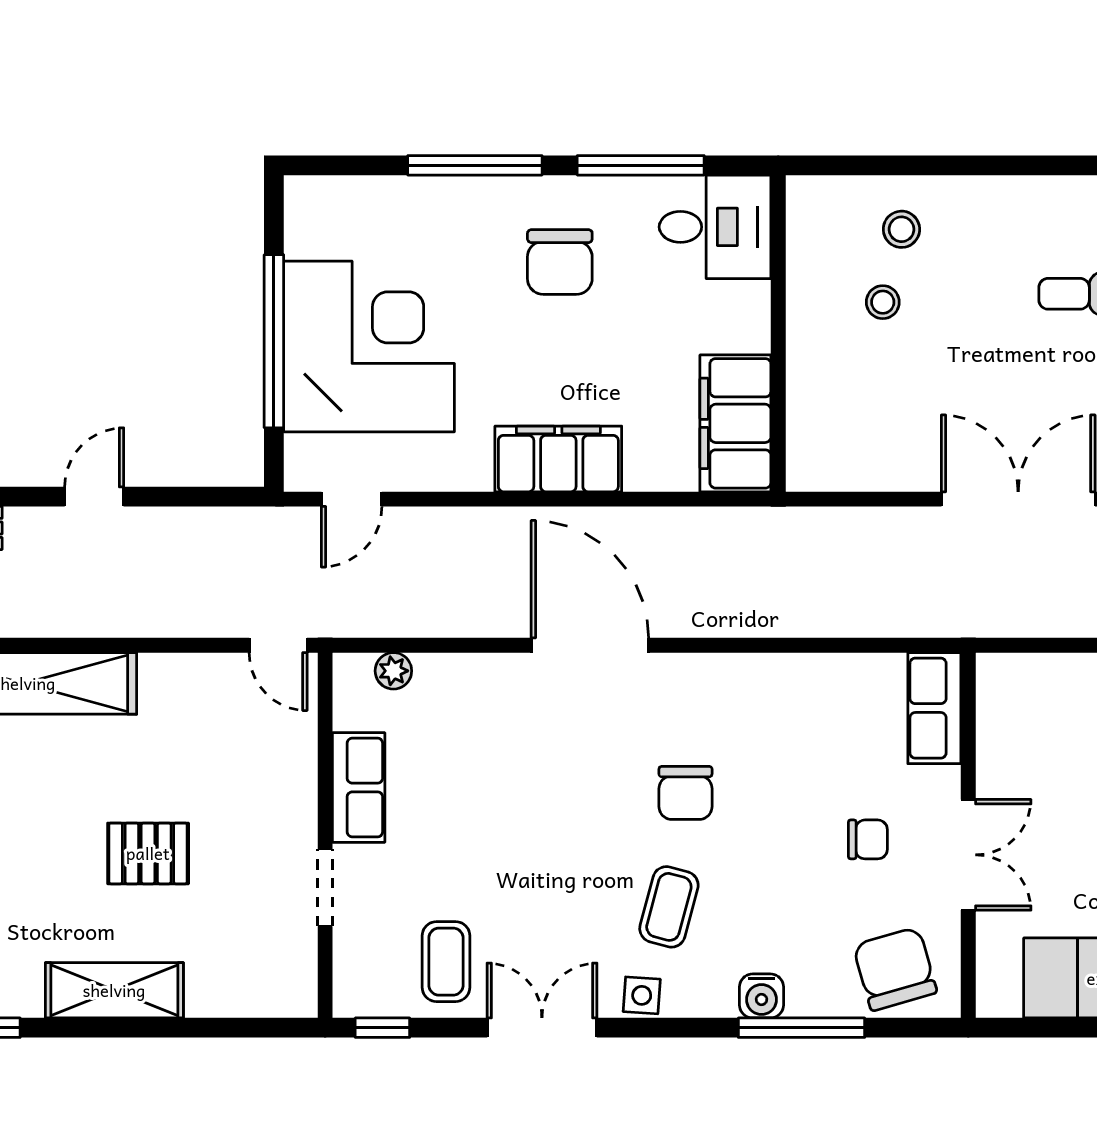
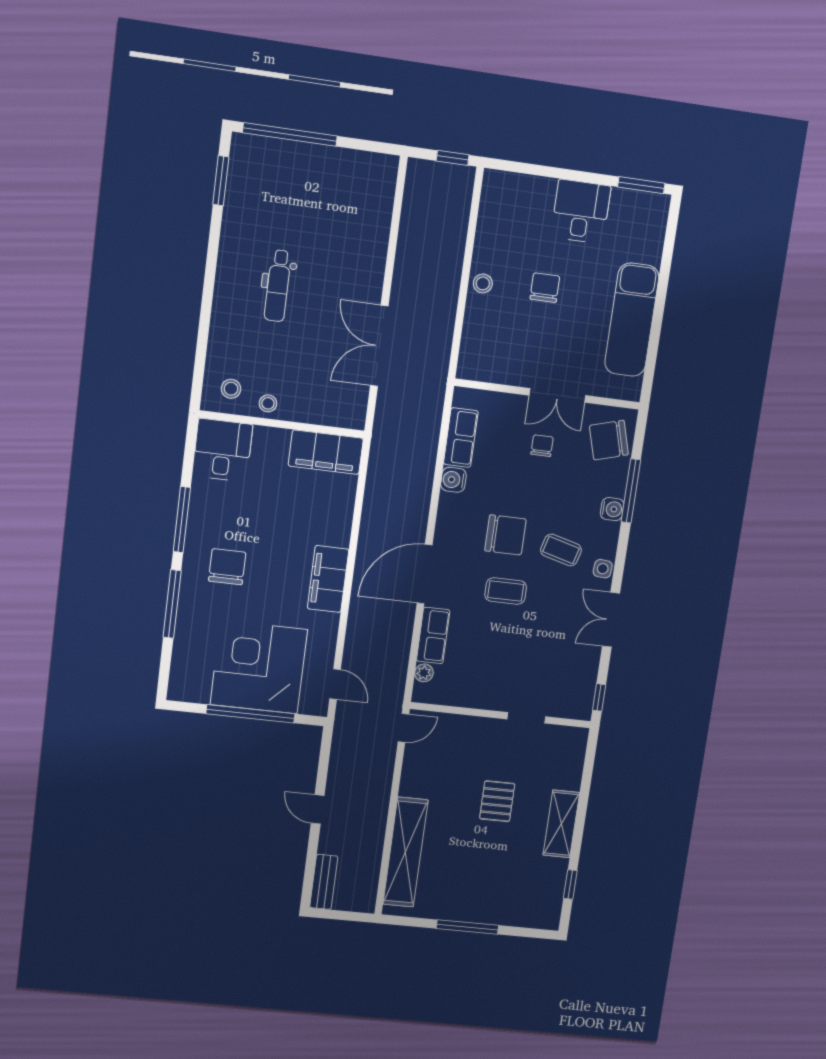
desk: (715, 227) -> (222, 450), moved
chair: (560, 262) -> (227, 567), turned -90
wall: (778, 333) -> (282, 424), moved
filing cabinet: (735, 423) -> (326, 452), moved
water cooler: (781, 676) -> (453, 480), added
row of seats: (934, 708) -> (461, 438), moved, turned -90
row of seats: (359, 787) -> (433, 635), moved, turned 90
chair: (685, 793) -> (505, 535), width x1.37, depth x1.37
double door: (968, 855) -> (557, 395), swing flipped
coffee table: (446, 962) -> (506, 591), moved

